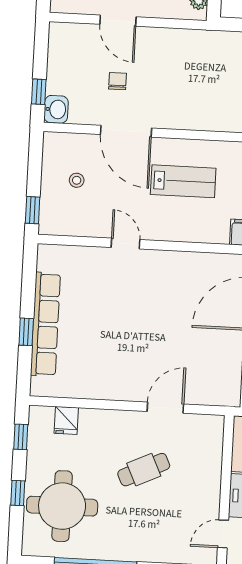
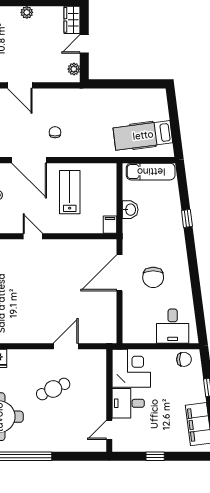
chair: (118, 81) -> (55, 132), moved
lab bench: (183, 181) -> (70, 192), turned -90

